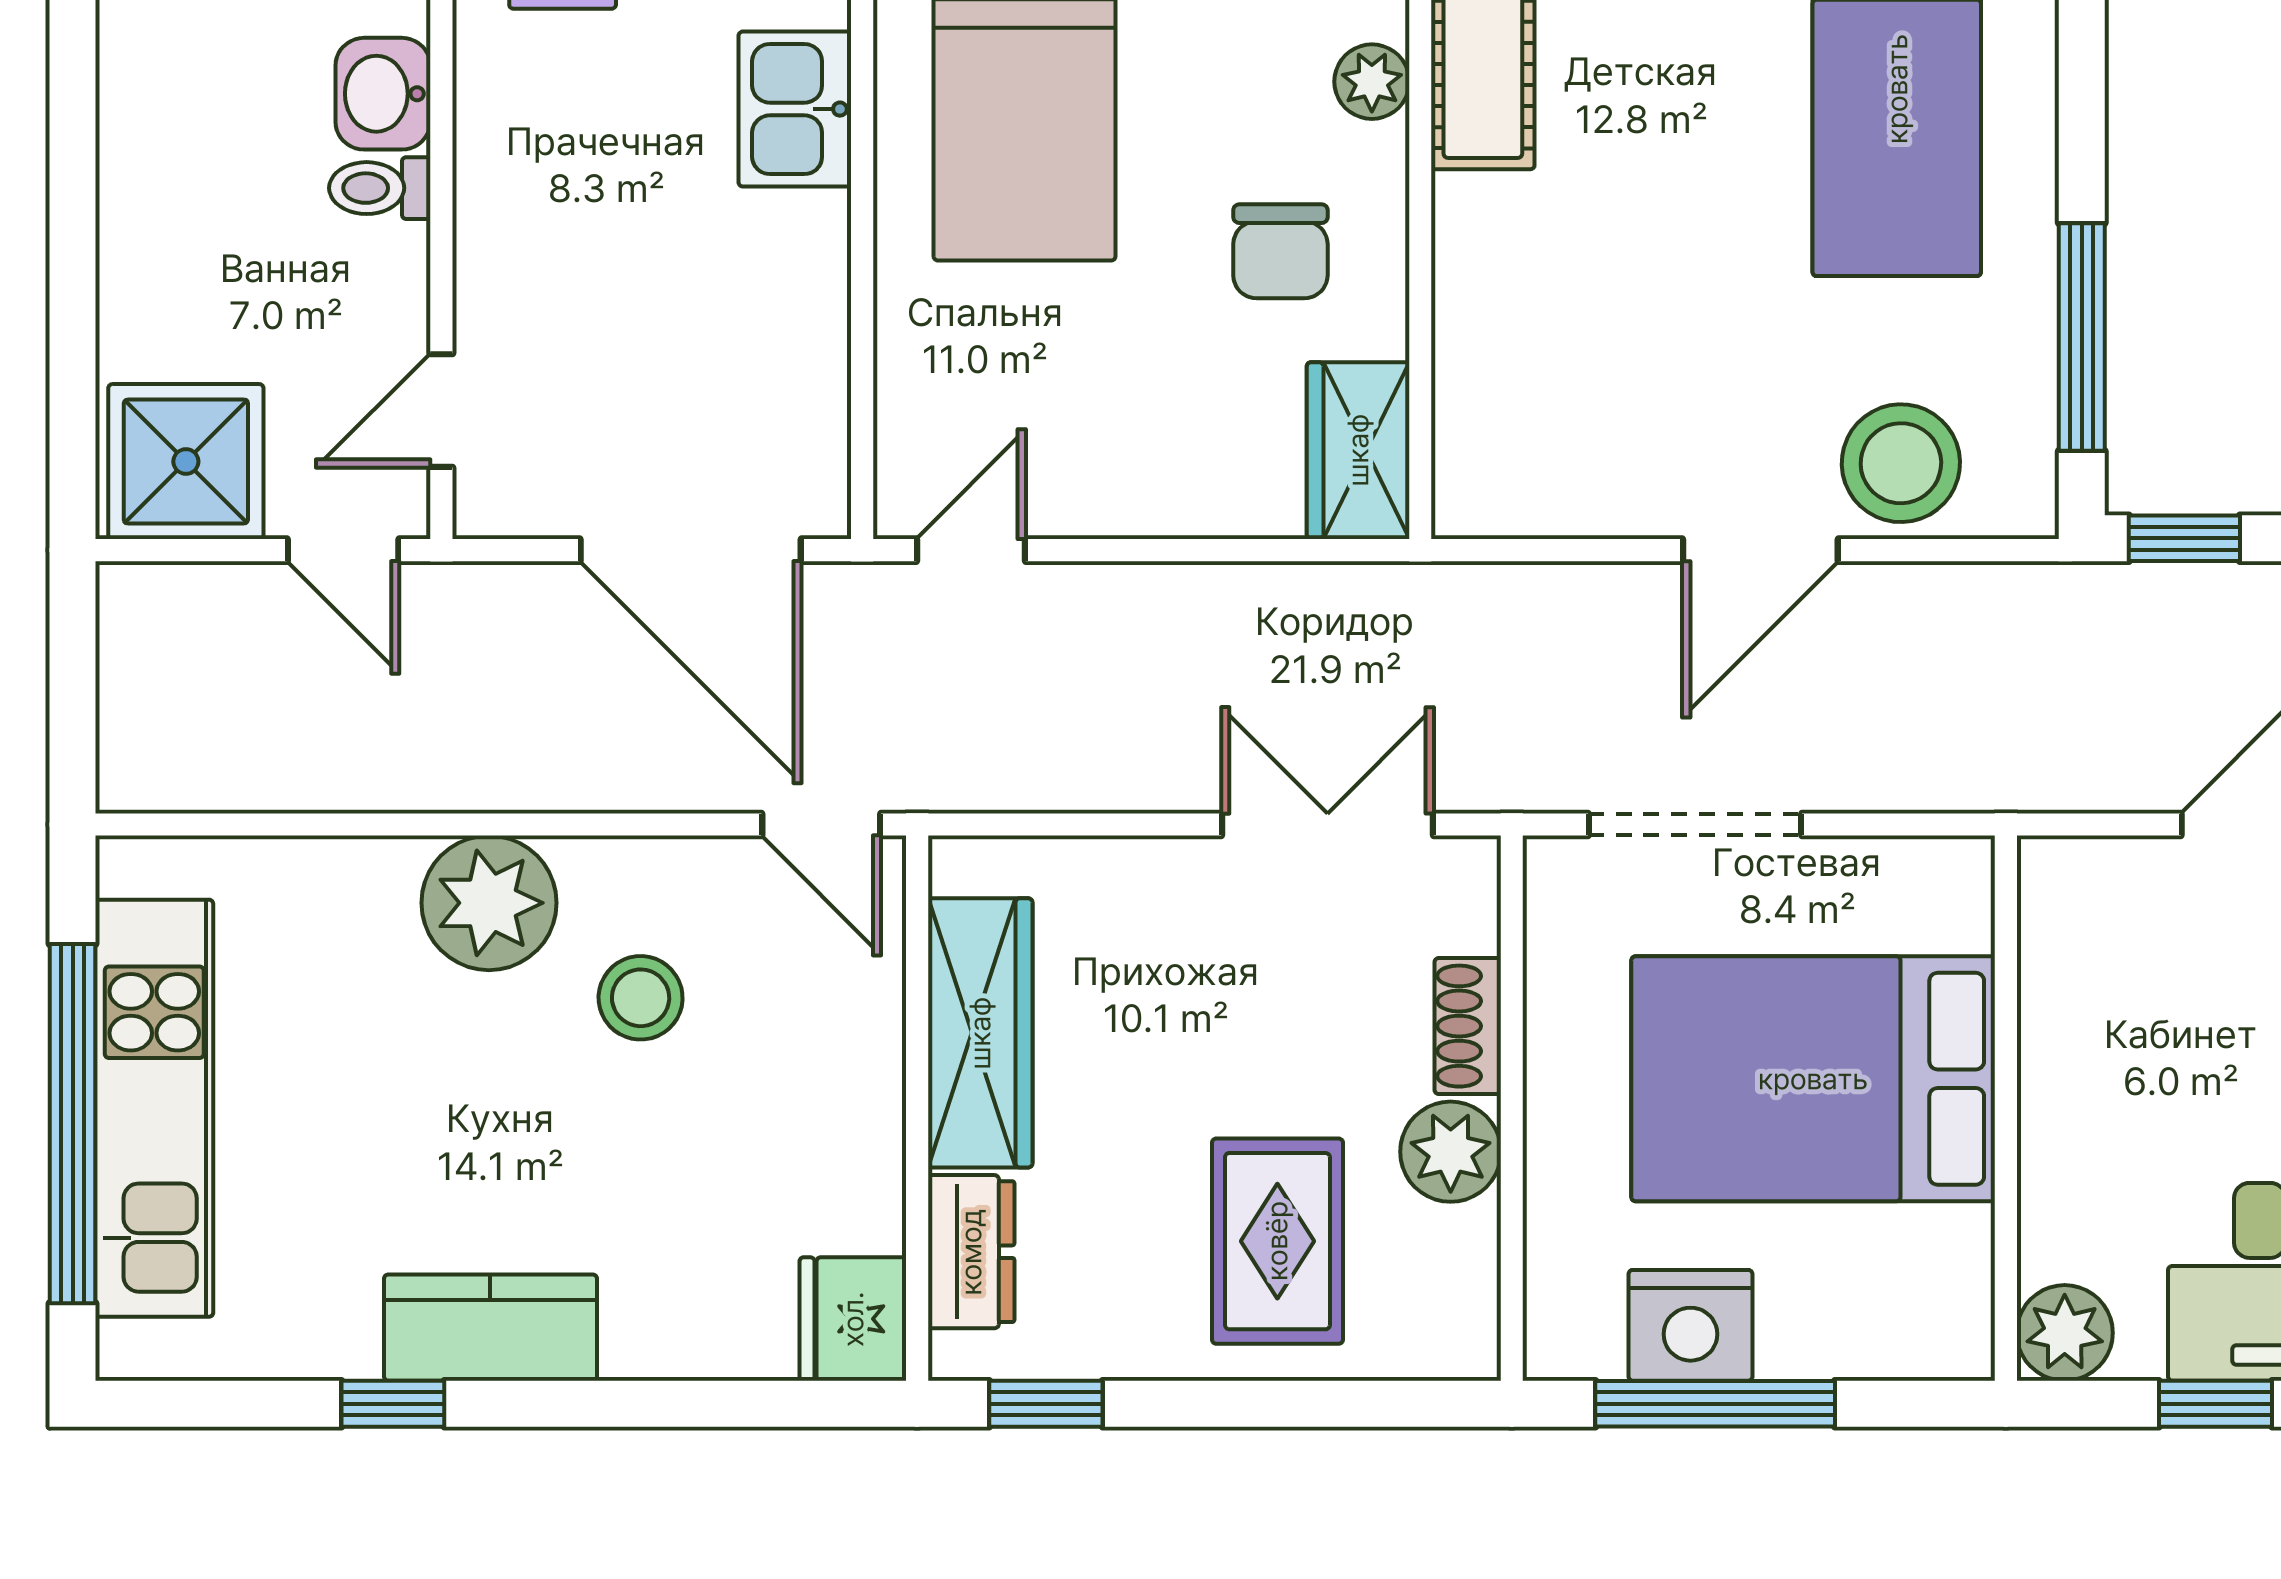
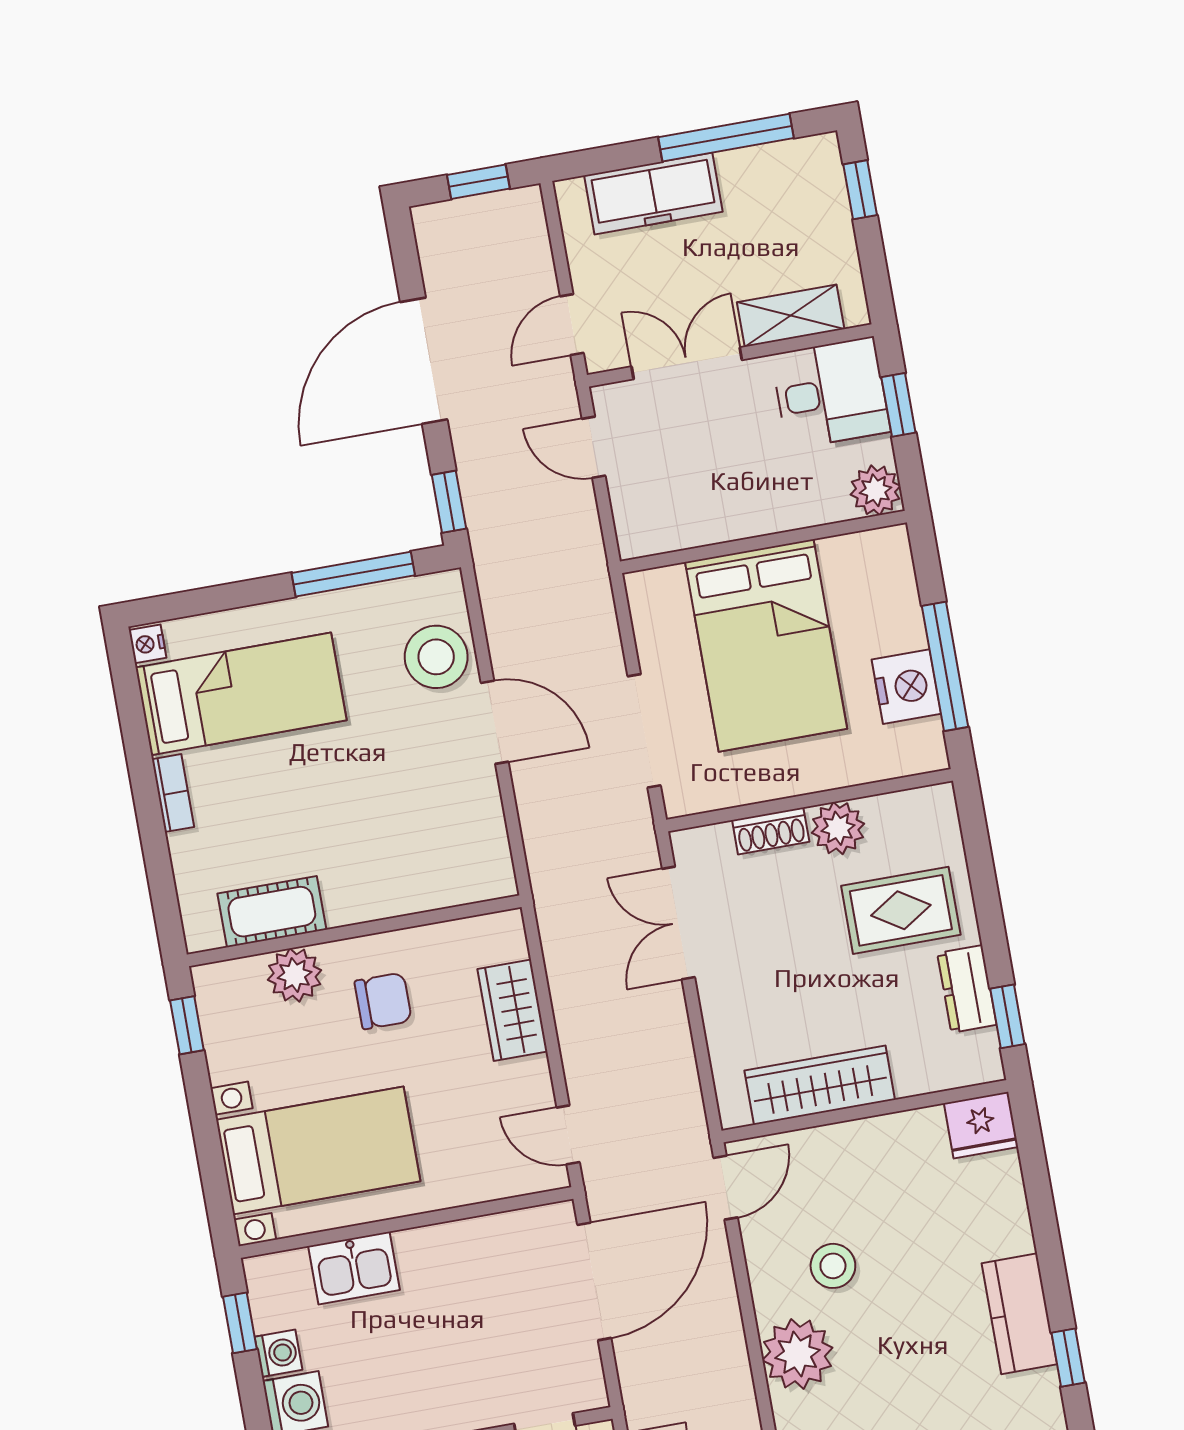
plant: (1372, 82) -> (295, 975), width x1.38, depth x1.38
wardrobe: (1358, 450) -> (512, 1010), moved, turned 90
dresser: (971, 1252) -> (967, 989), moved, turned -90

